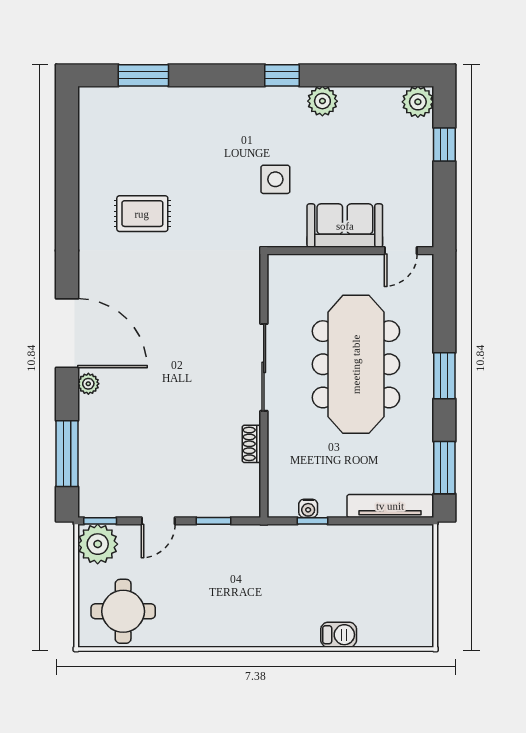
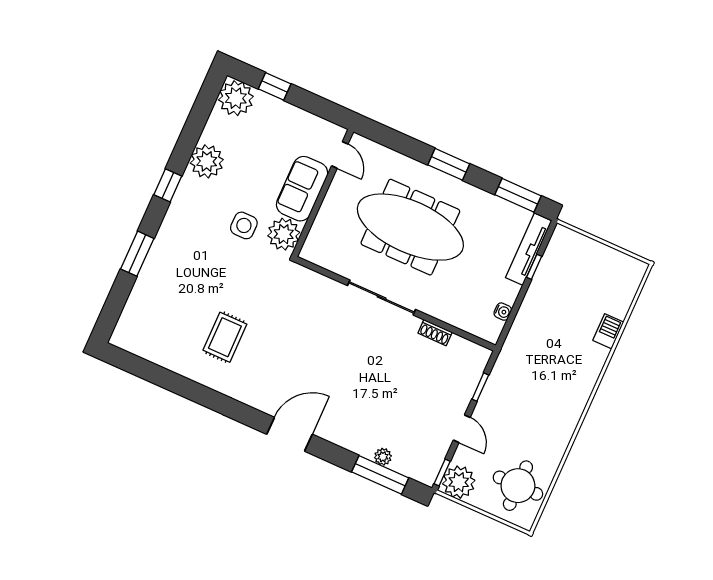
window: (143, 75) -> (137, 254), moved
plant: (322, 101) -> (207, 161), width x1.36, depth x1.36
plant: (418, 102) -> (236, 98), width x1.36, depth x1.36
plant: (285, 228) -> (284, 234), added
door: (67, 333) -> (290, 434), width x0.73
plant: (88, 384) -> (383, 457), moved
window: (313, 521) -> (534, 267), moved

